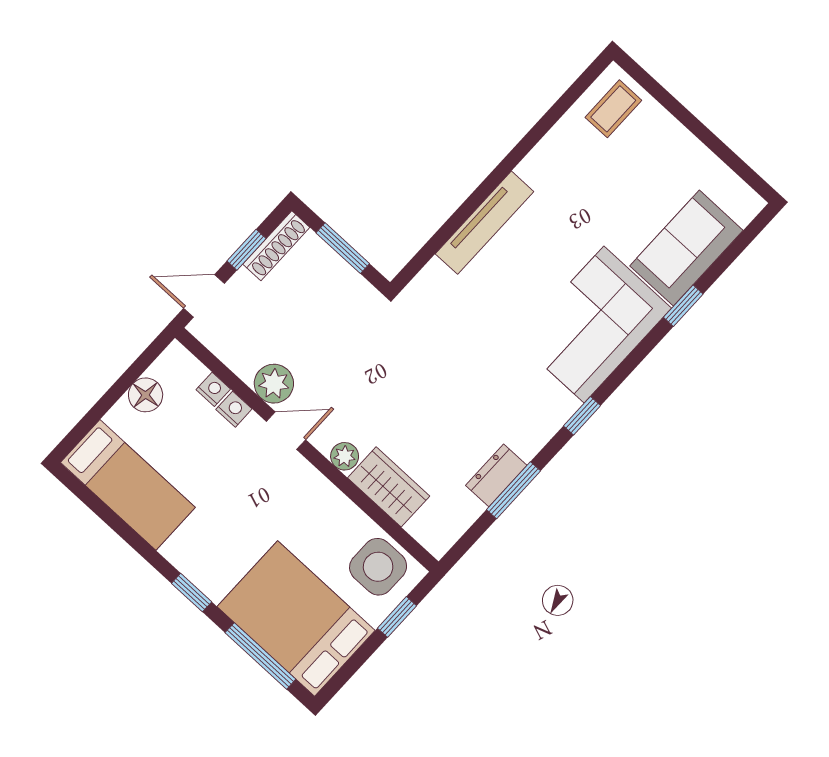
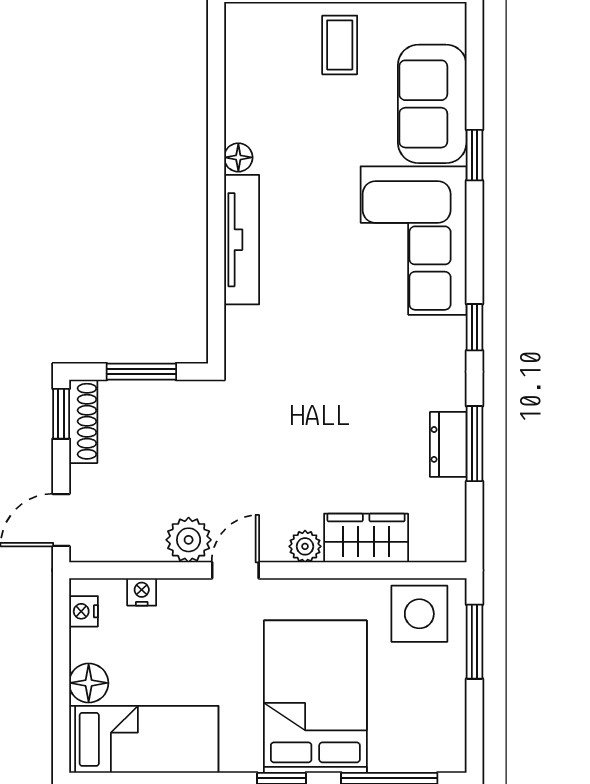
coffee table: (613, 109) -> (340, 45), moved
floor lamp: (531, 168) -> (238, 157), added
window: (246, 250) -> (61, 414), moved
floor lamp: (146, 395) -> (89, 683), moved
nightstand: (234, 409) -> (83, 611), moved, turned -90
window: (397, 617) -> (474, 642), width x1.50
bed: (296, 619) -> (315, 697), moved, turned 90

